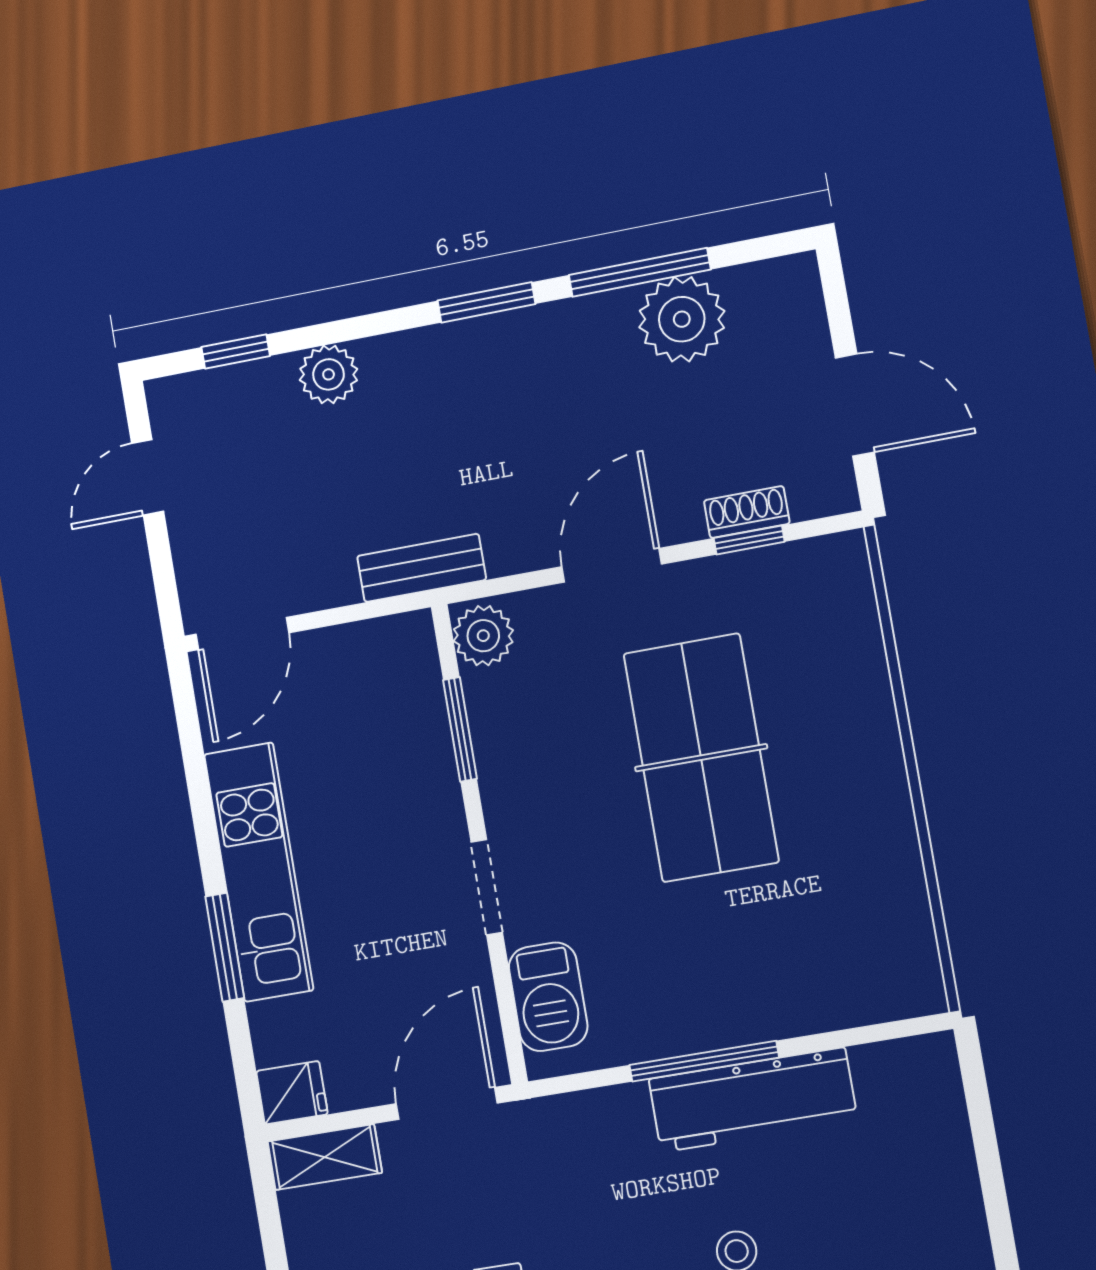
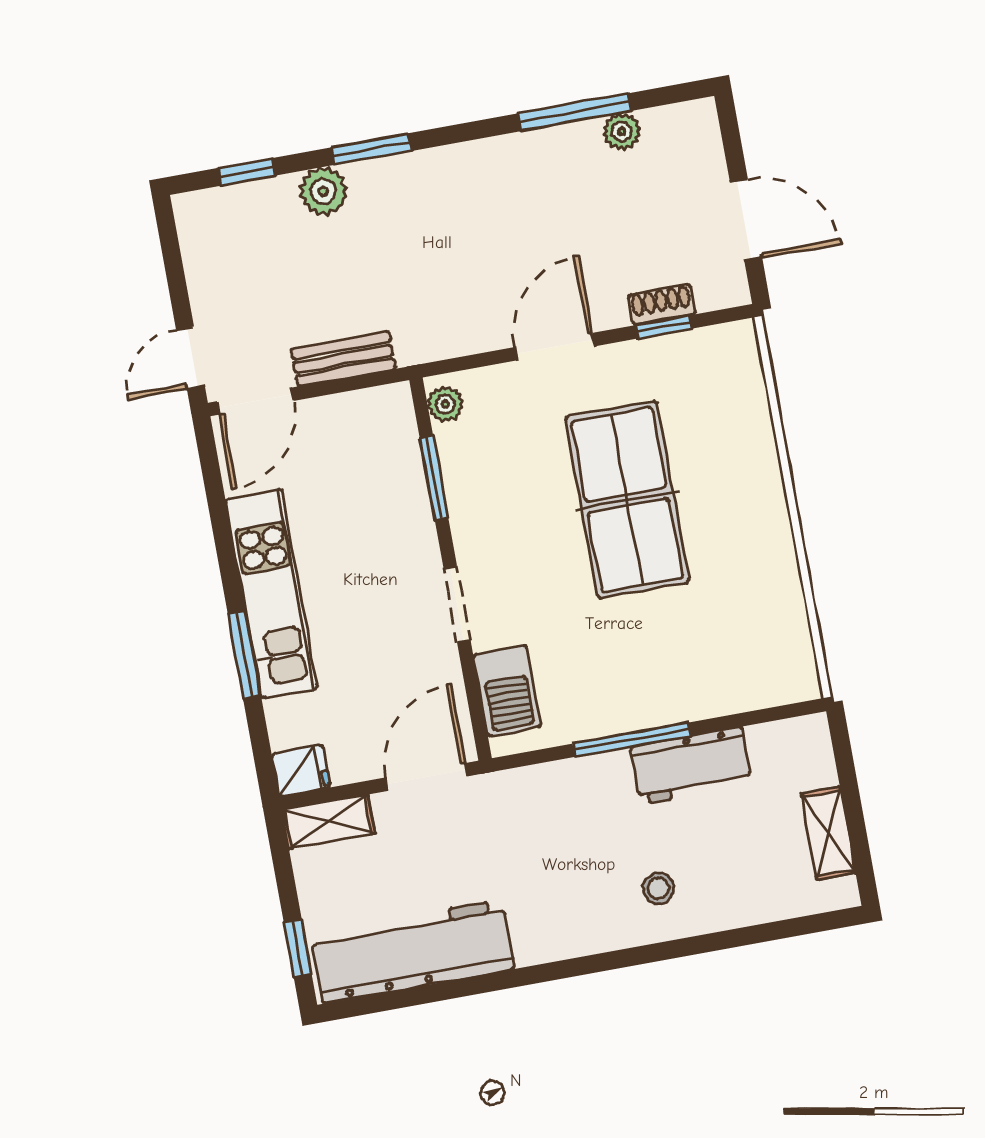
window: (486, 302) -> (371, 149), moved
plant: (682, 319) -> (622, 132), width x0.53, depth x0.53
door: (148, 477) -> (190, 358), moved
bench: (422, 568) -> (343, 359), moved
plant: (483, 636) -> (445, 404), width x0.73, depth x0.73
workbench: (753, 1100) -> (691, 766), width x0.73
shelving: (955, 1186) -> (828, 833), added

